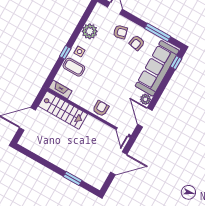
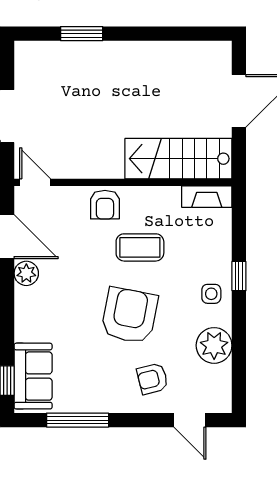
armchair: (137, 43) -> (129, 315), moved, width x1.88, depth x1.88
coffee table: (74, 67) -> (140, 247), moved
sofa: (157, 68) -> (33, 376), width x0.54, depth x0.79

